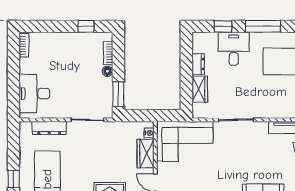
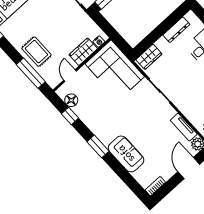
dresser: (198, 64) -> (176, 30), width x1.44
wardrobe: (200, 89) -> (149, 57), moved

